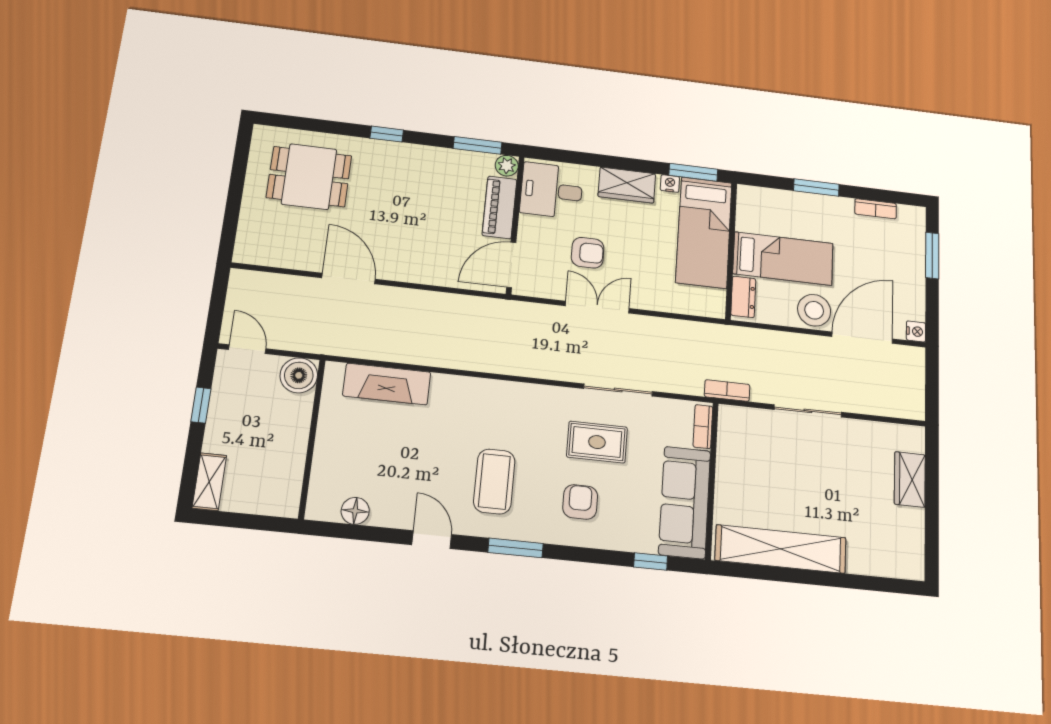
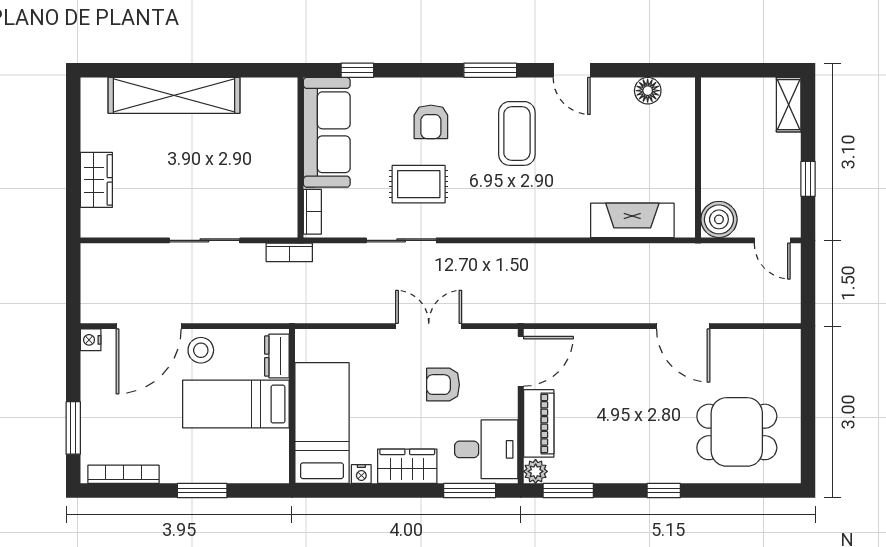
window: (693, 172) -> (470, 491), moved
bookcase: (876, 209) -> (123, 474), width x1.56
double door: (597, 307) -> (429, 326), swing flipped
stool: (814, 310) -> (201, 350), width x0.73, depth x0.73
shelving: (781, 549) -> (174, 95), moved

